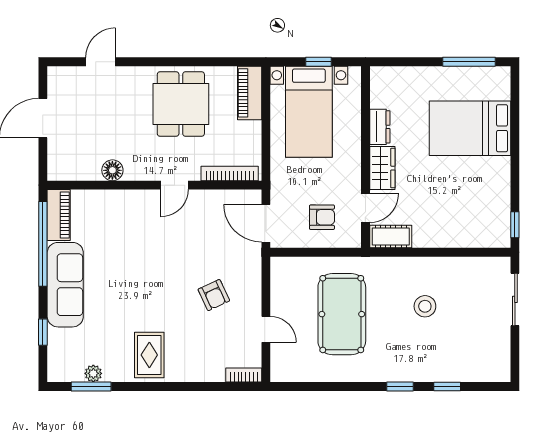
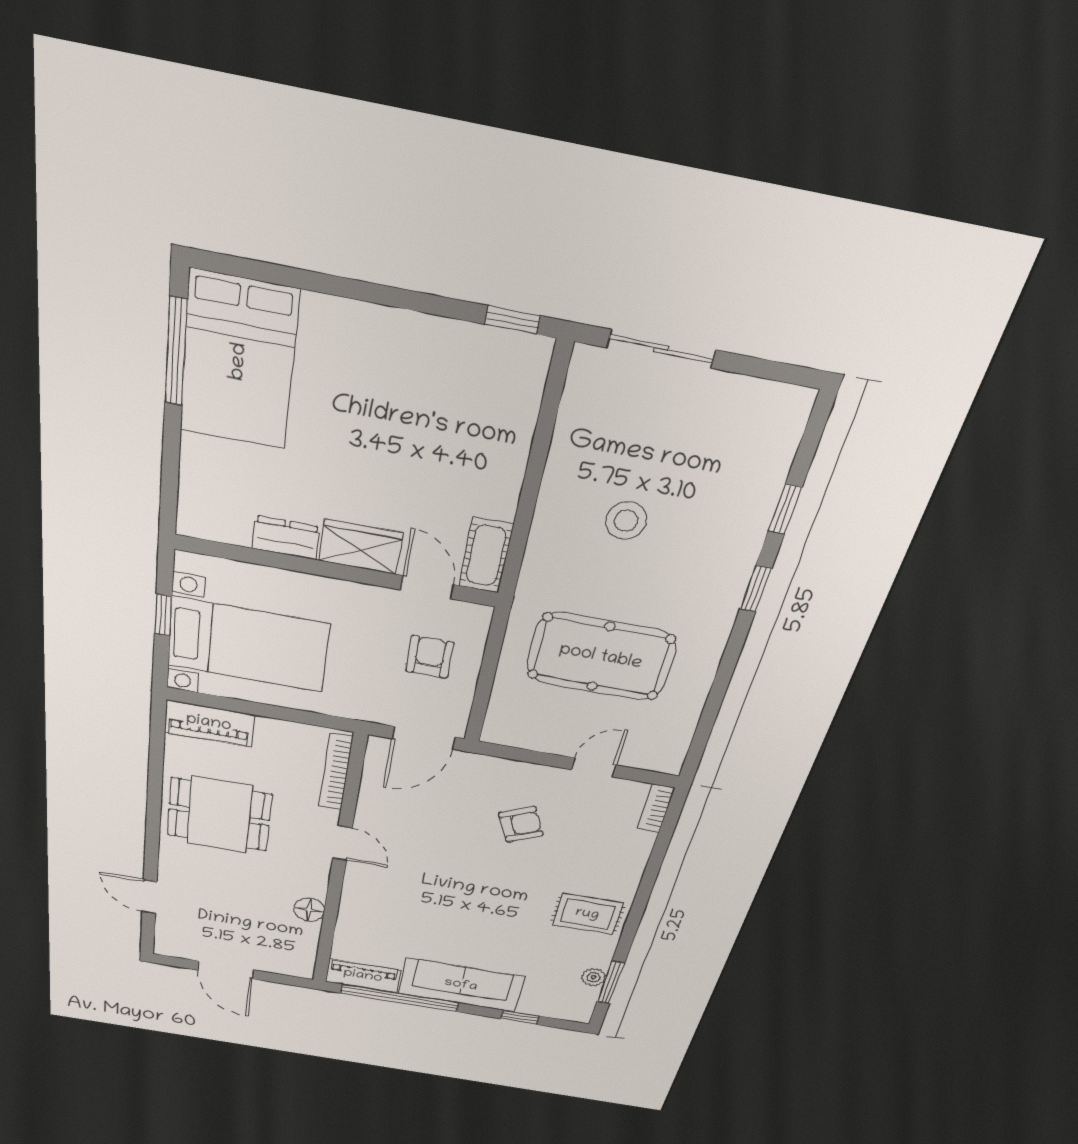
bed: (470, 128) -> (239, 362), moved

